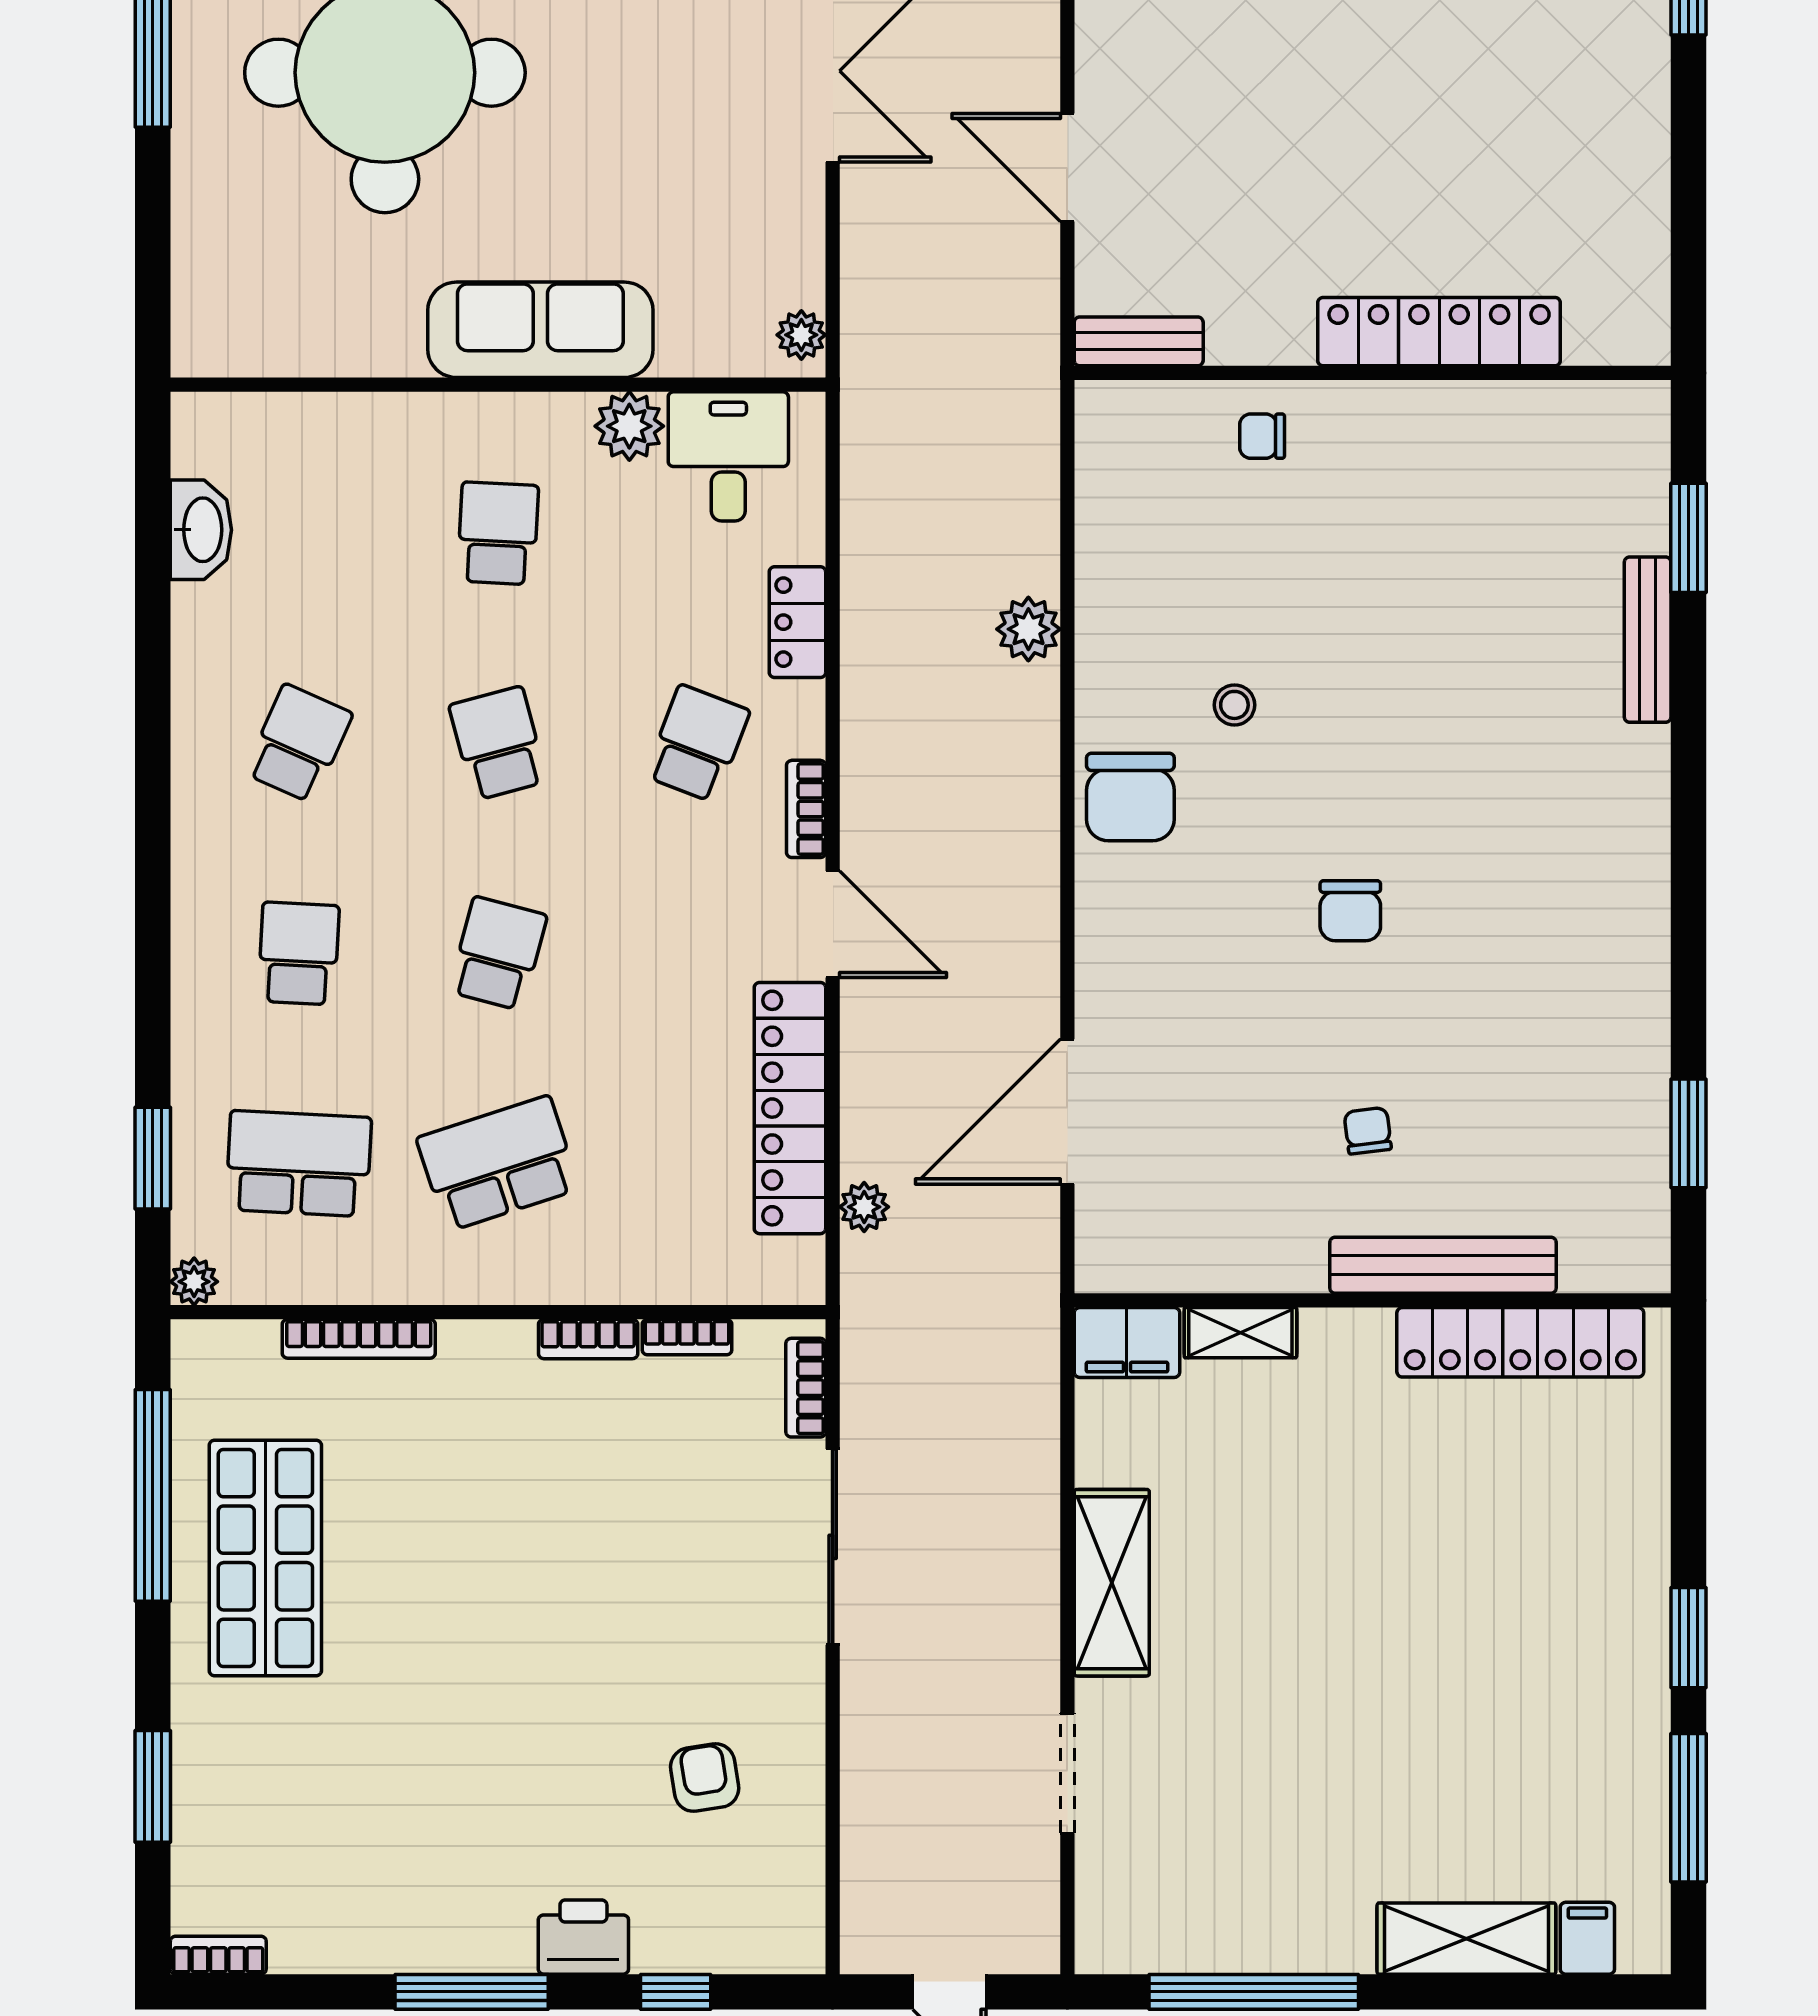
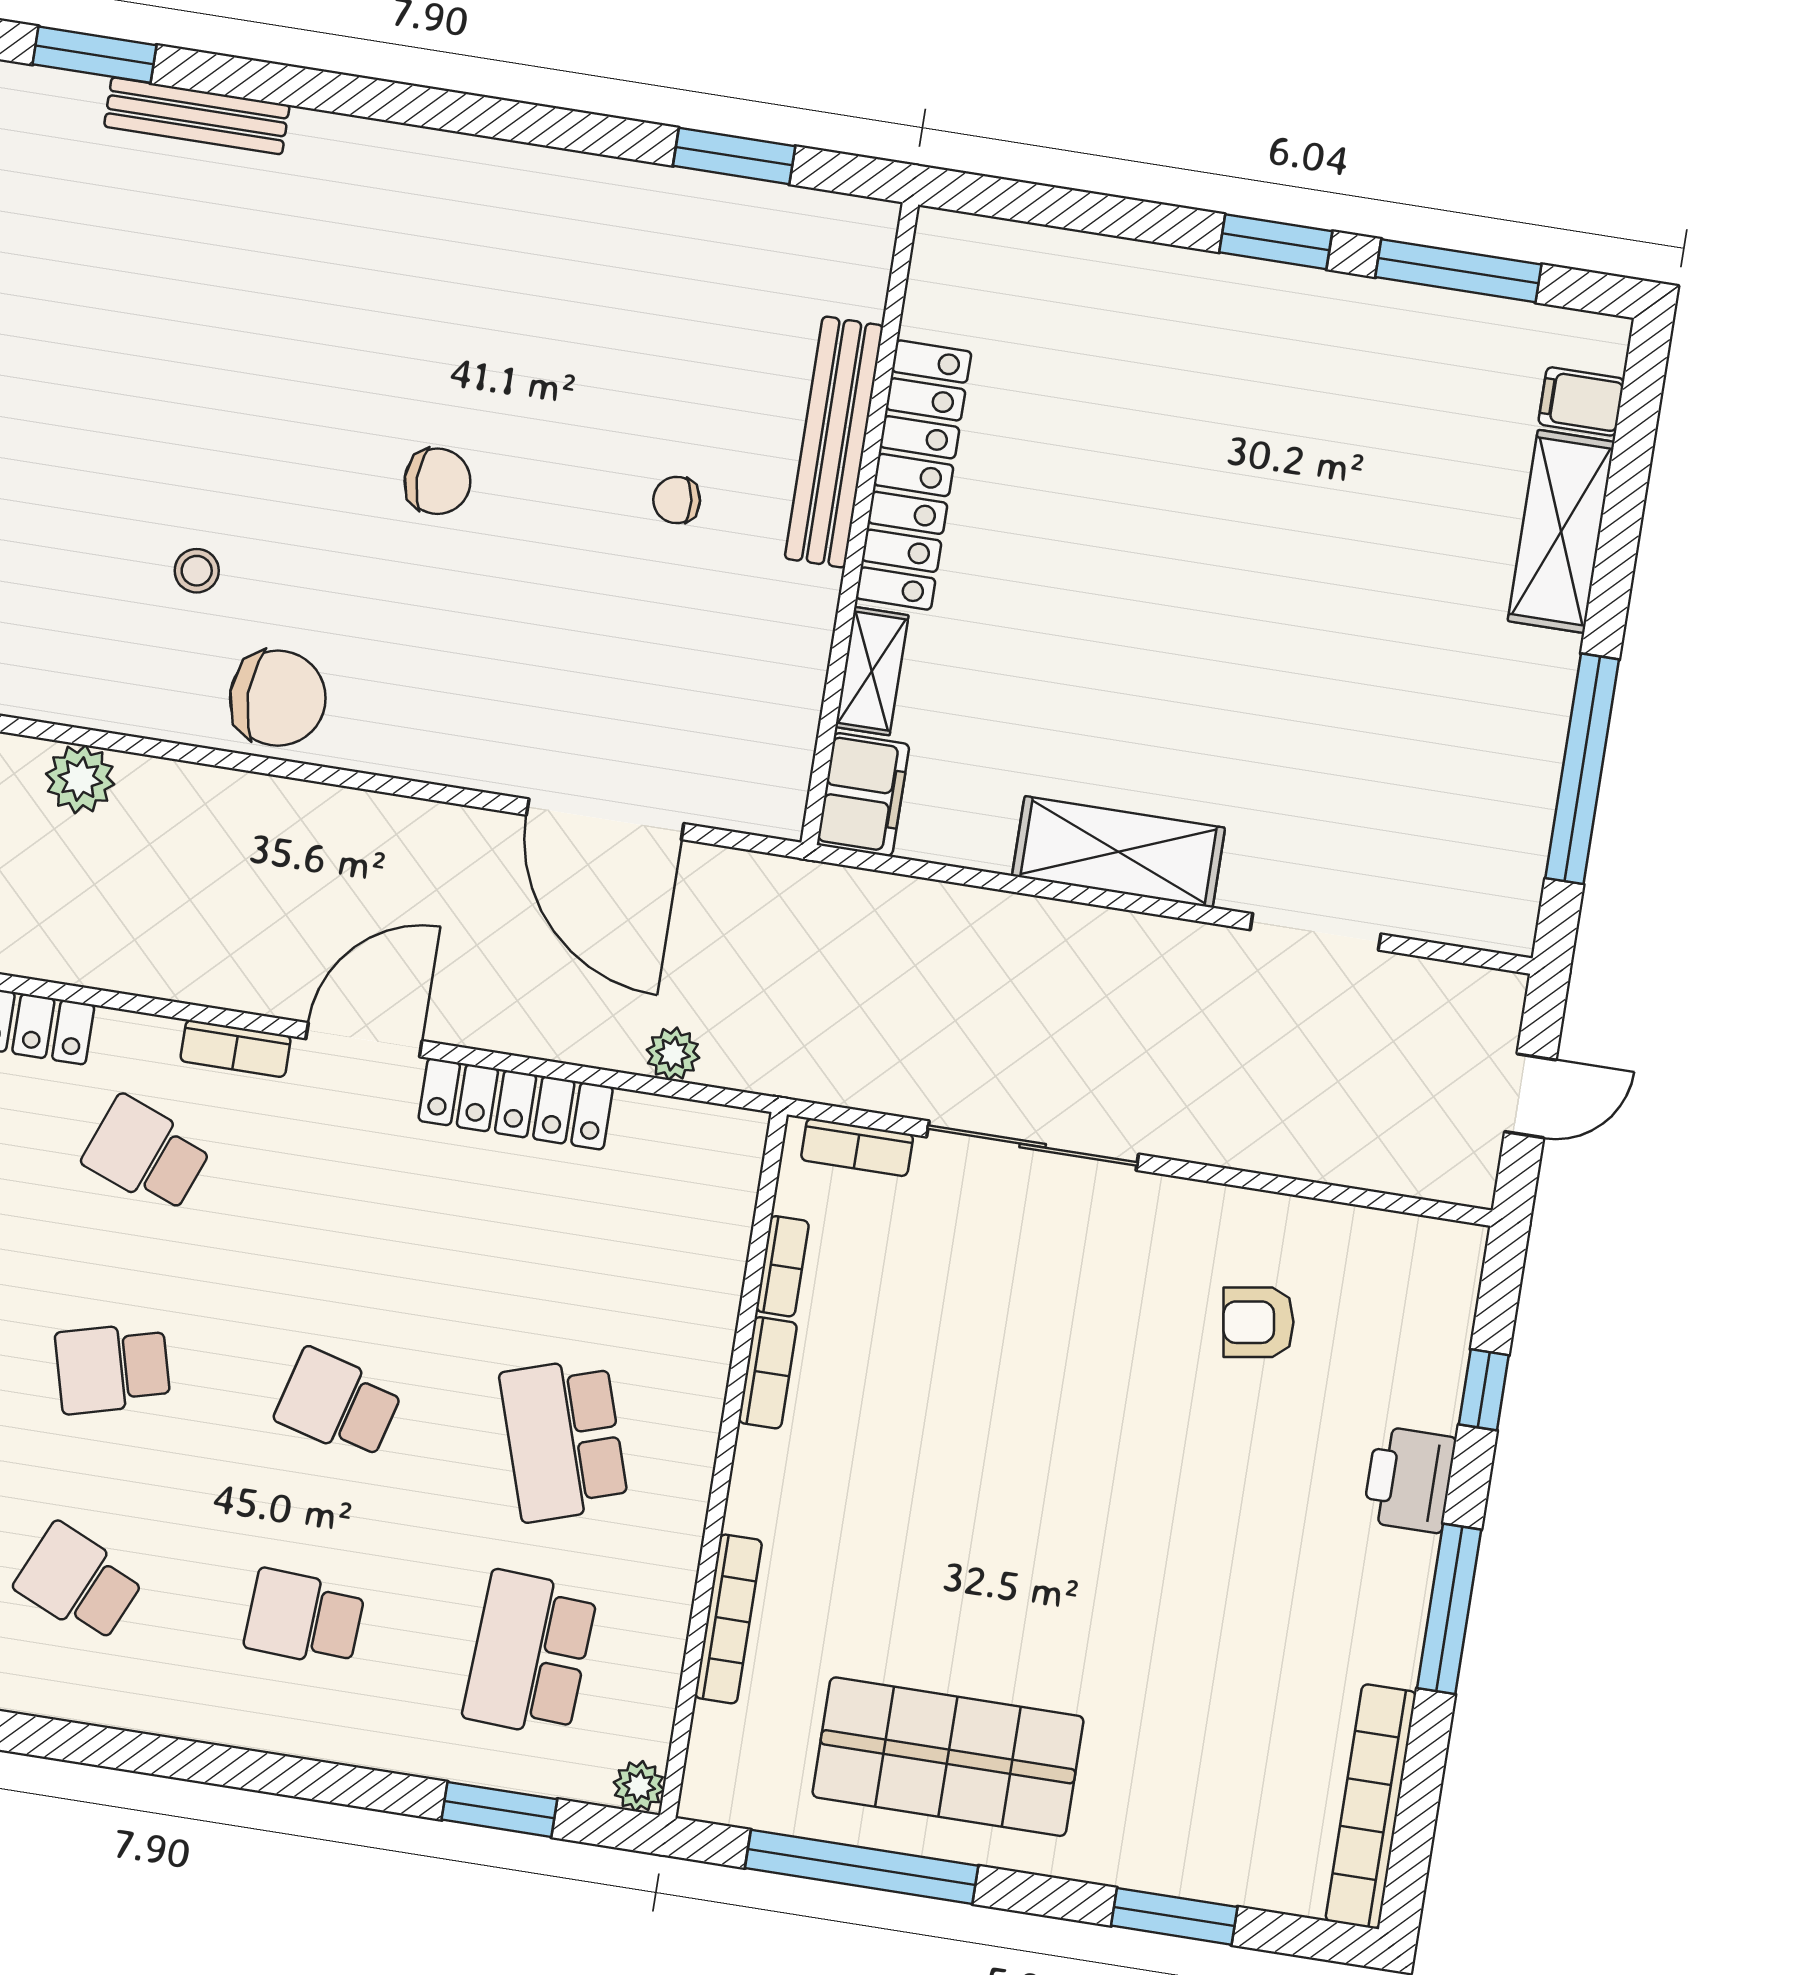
locker: (790, 1108) -> (516, 1104), width x0.71, depth x0.83
locker: (1520, 1342) -> (914, 475), moved
bookcase: (218, 1955) -> (1371, 1806), width x2.31, depth x1.31

